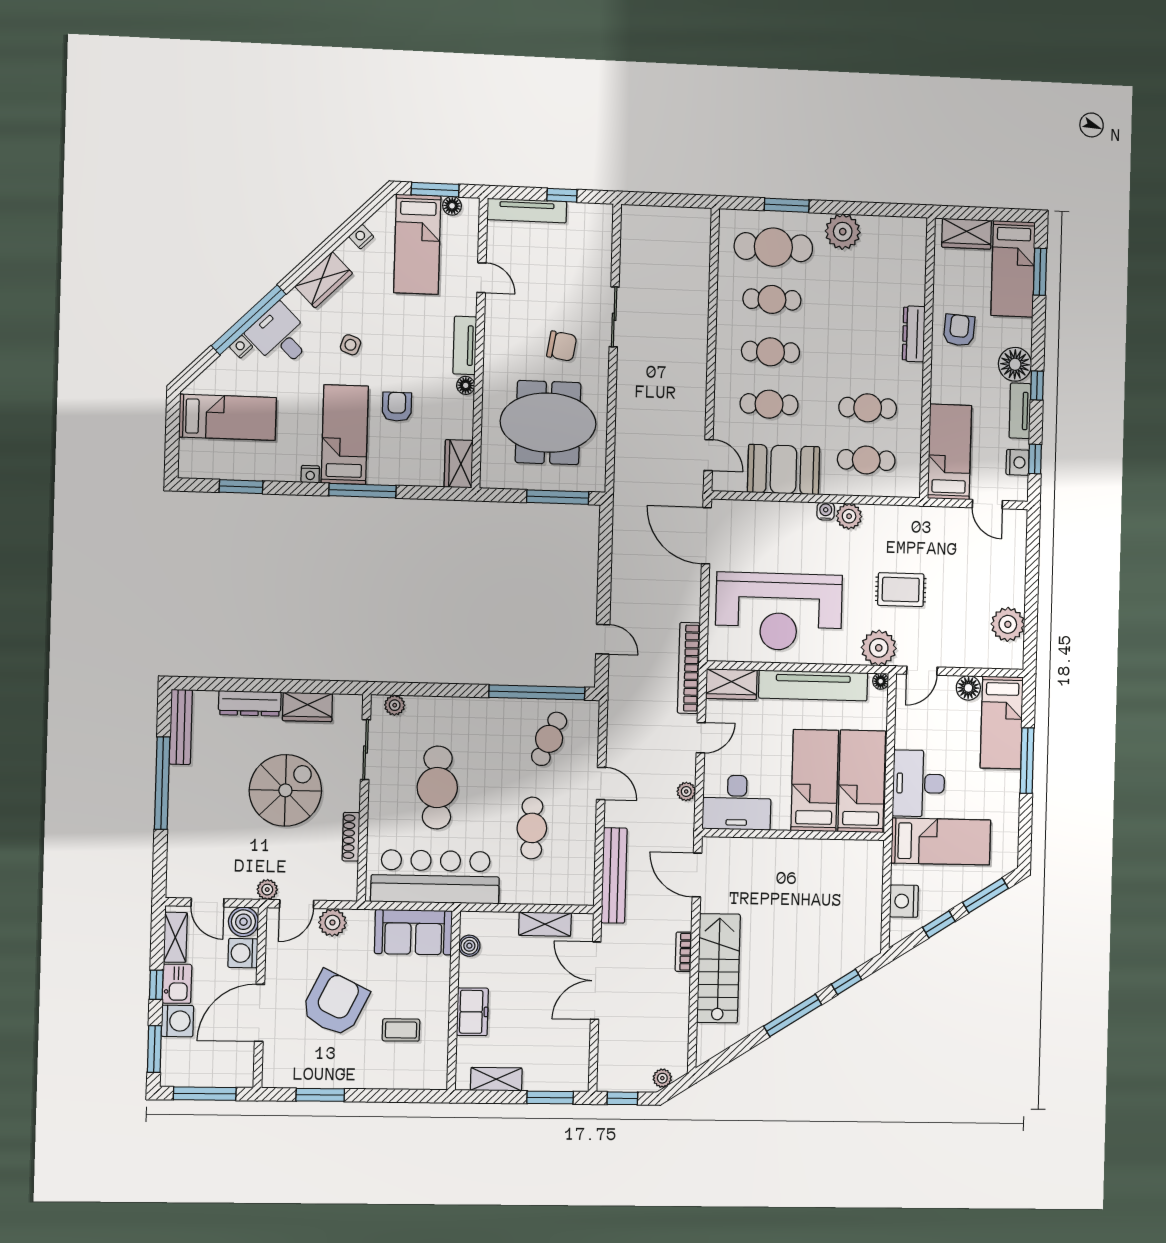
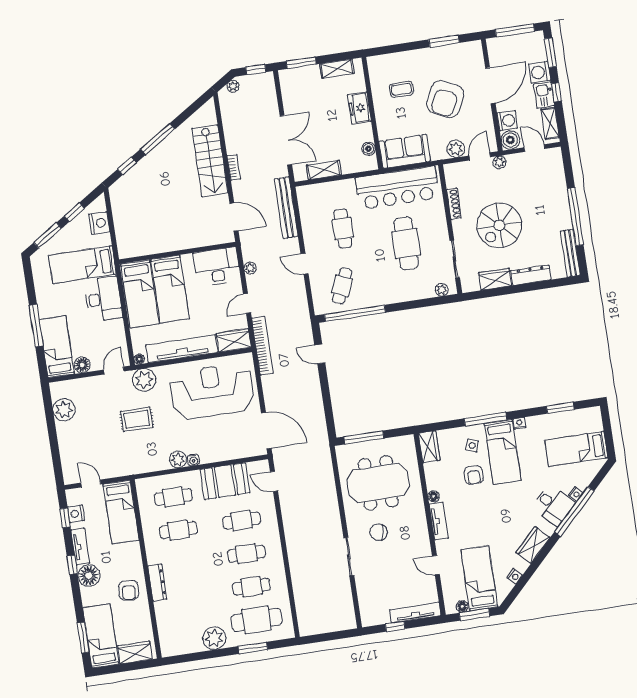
side table: (350, 345) -> (472, 446), moved

